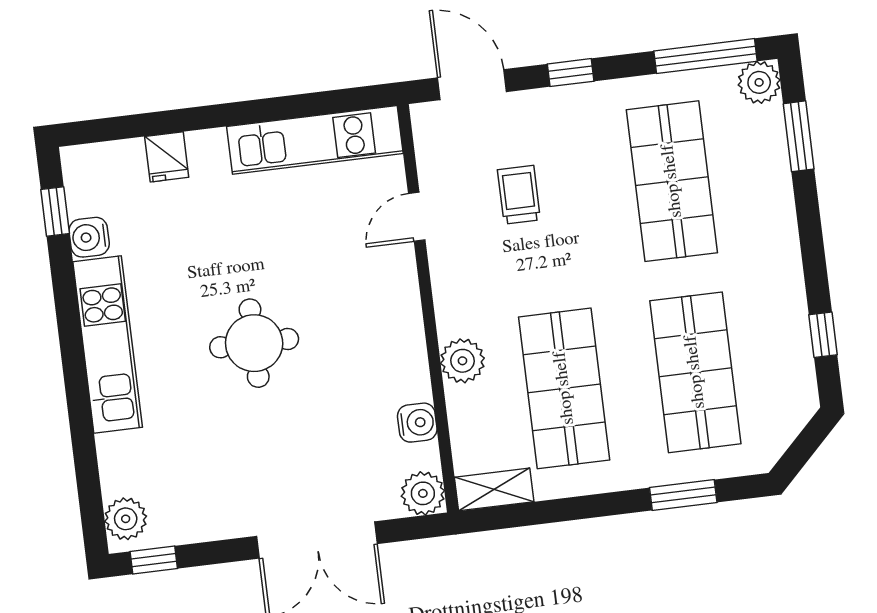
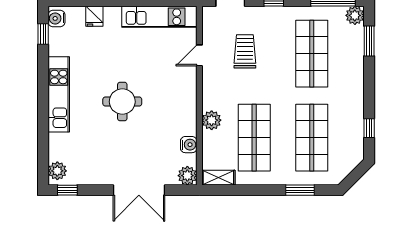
trolley: (519, 195) -> (245, 51), width x1.36, depth x1.39
water cooler: (89, 237) -> (56, 18), moved

